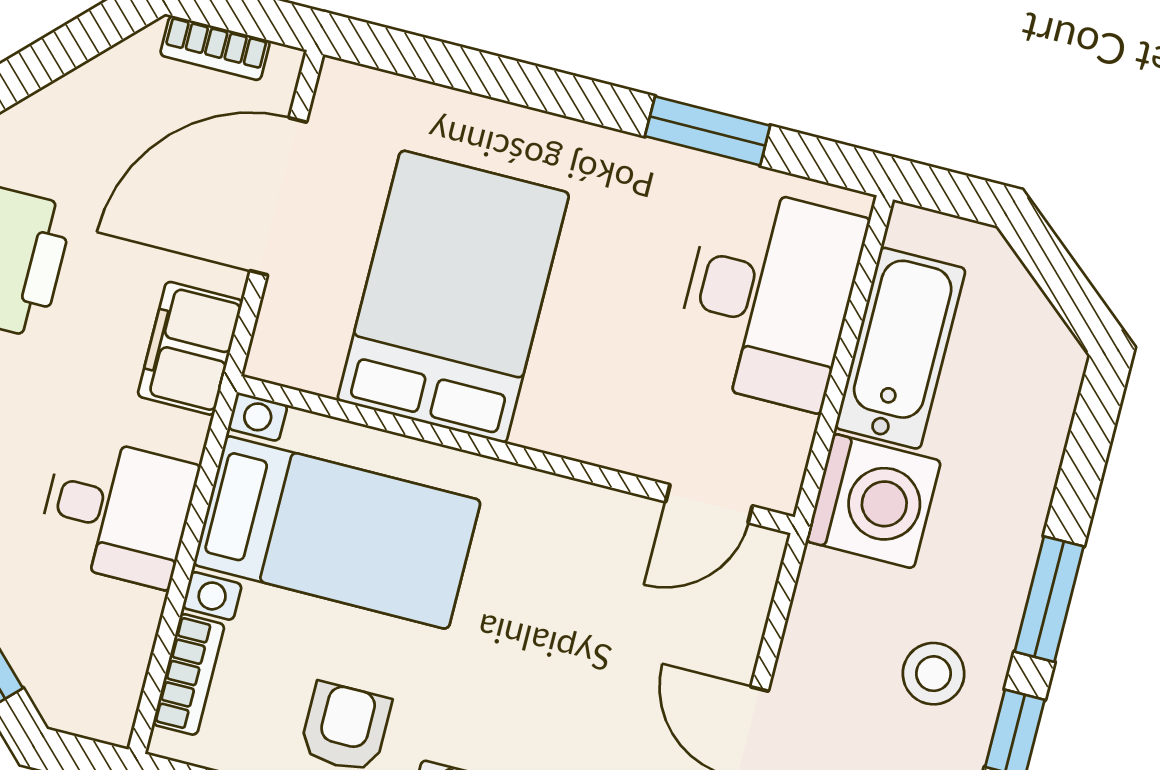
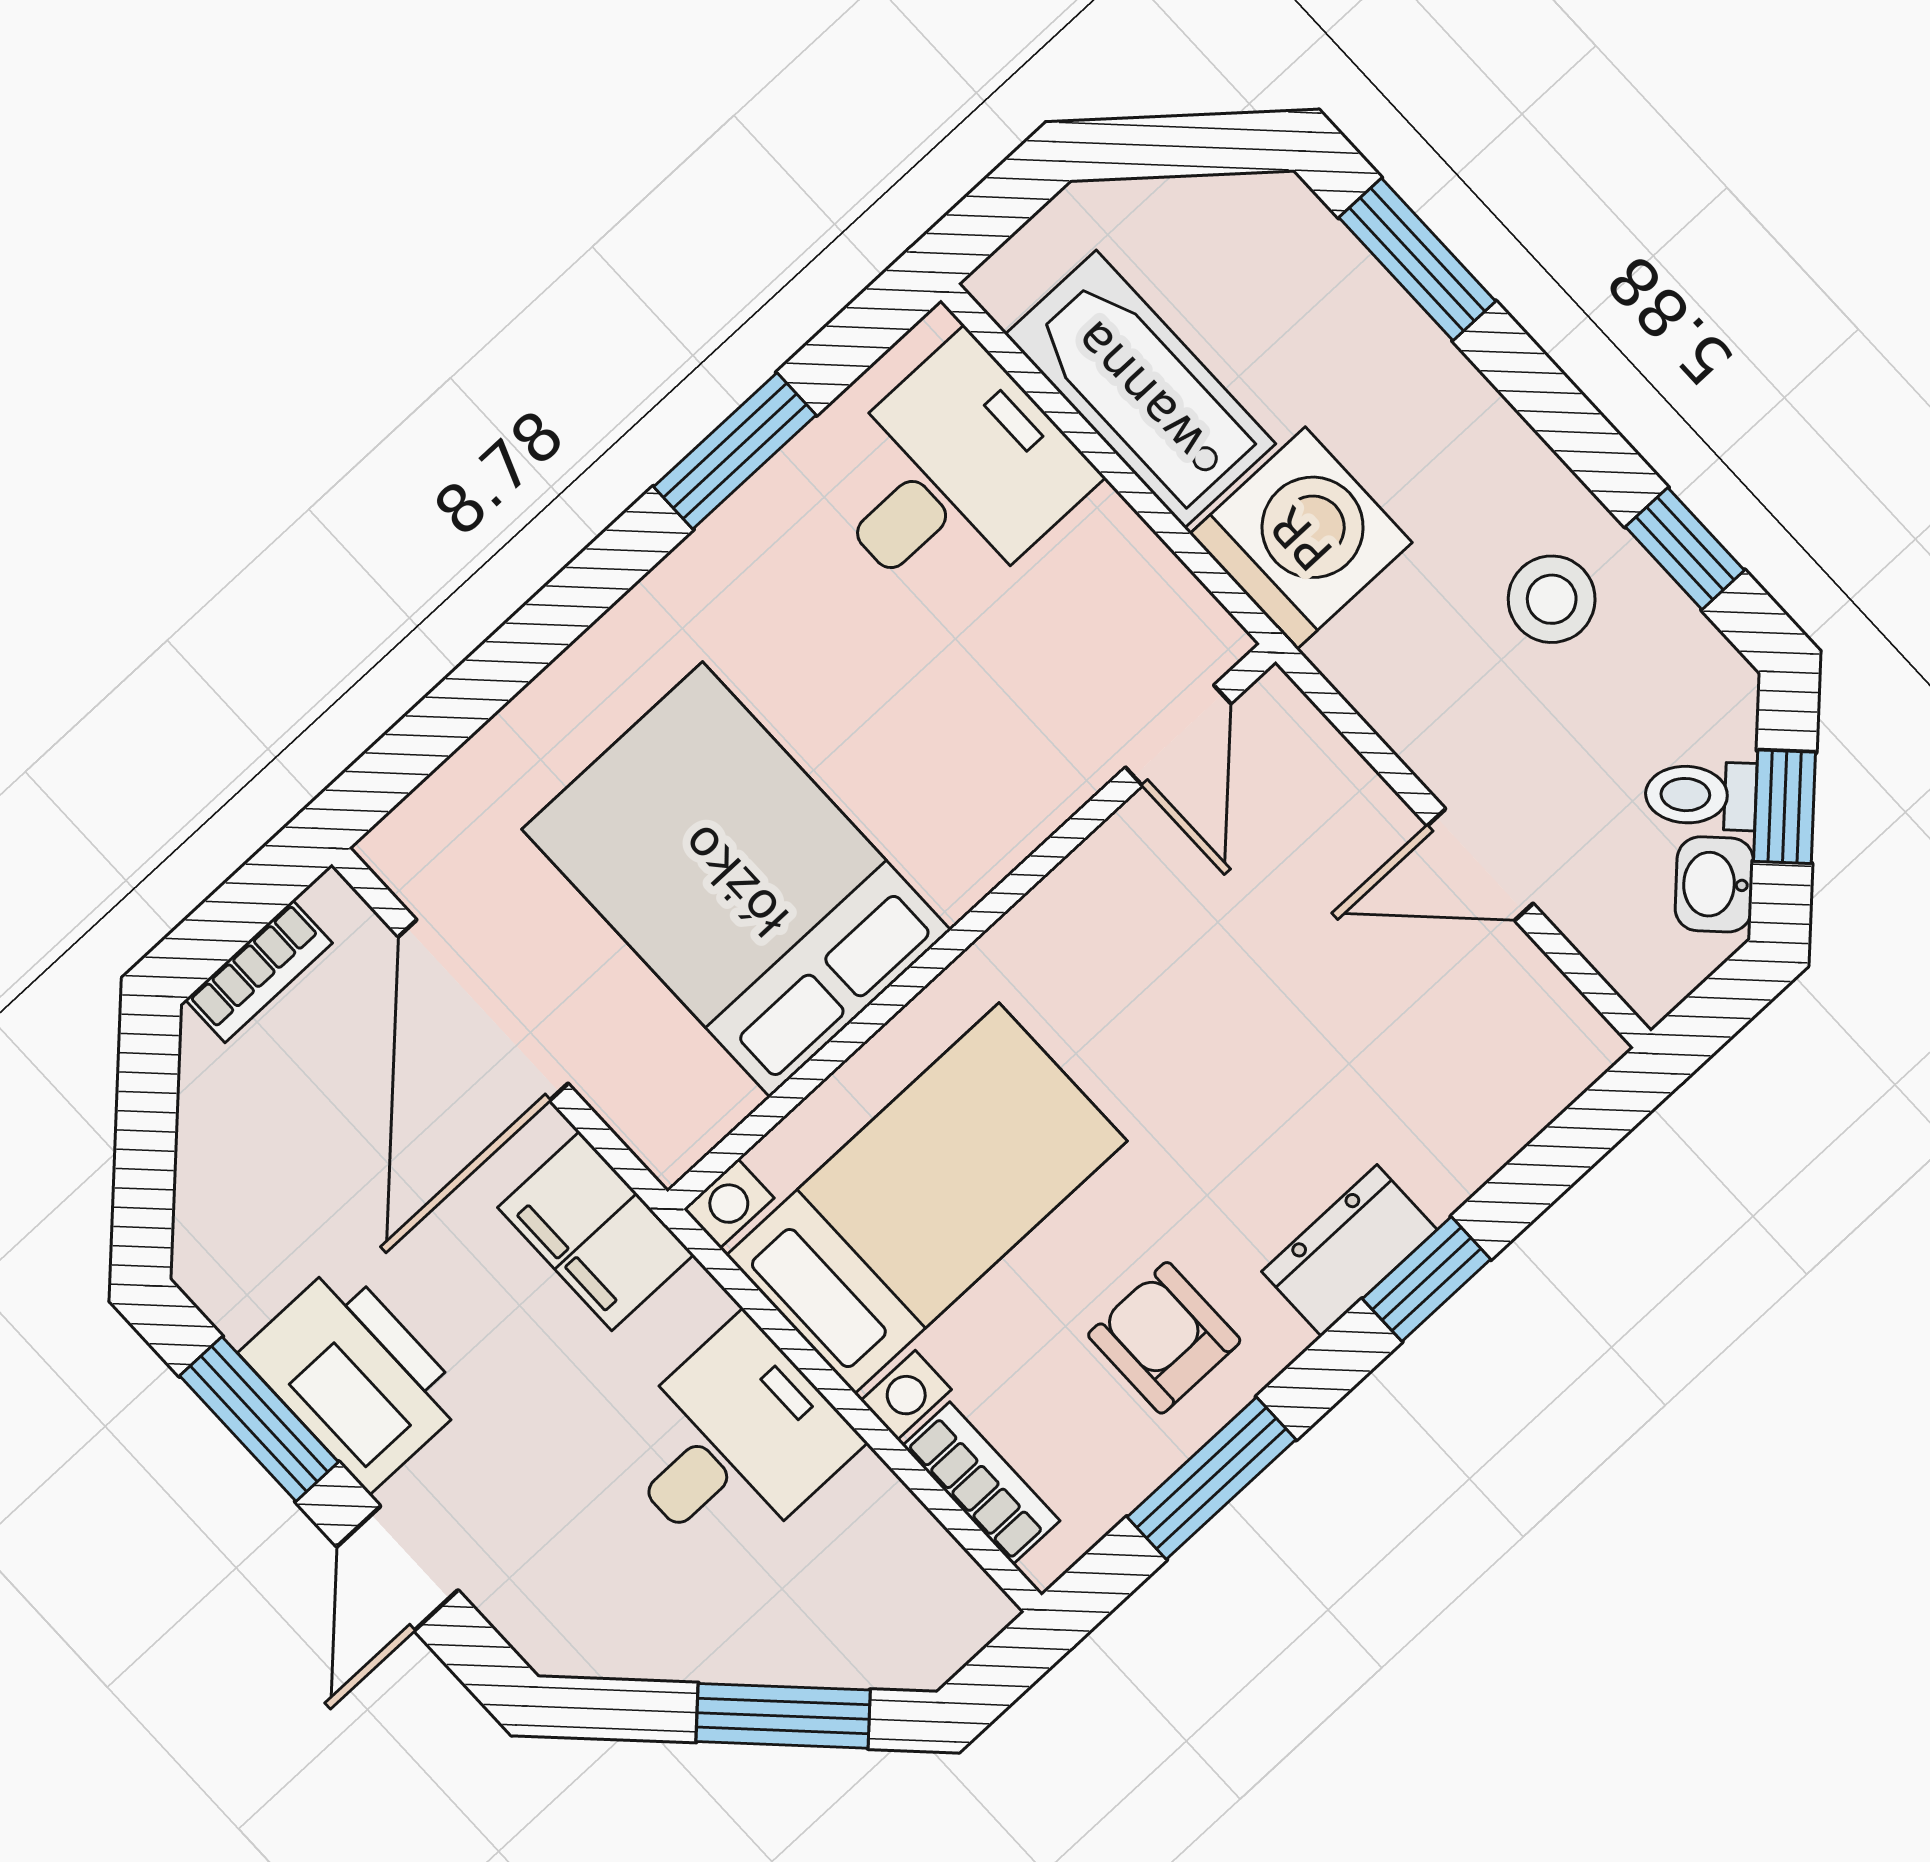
desk: (769, 297) -> (953, 477), width x0.73
window: (1049, 599) -> (1417, 259), moved

